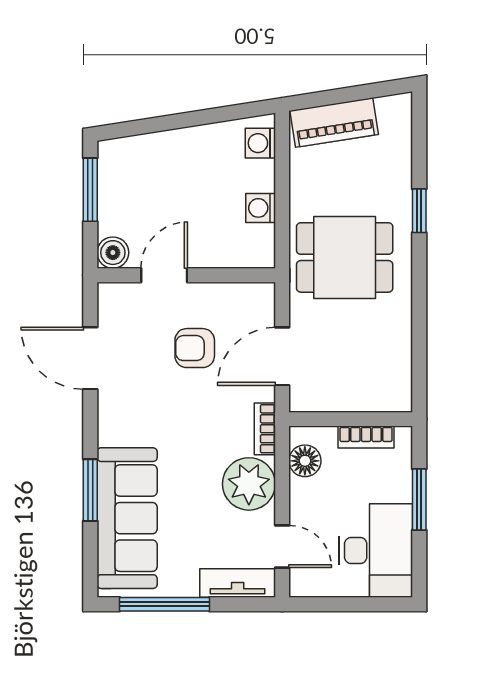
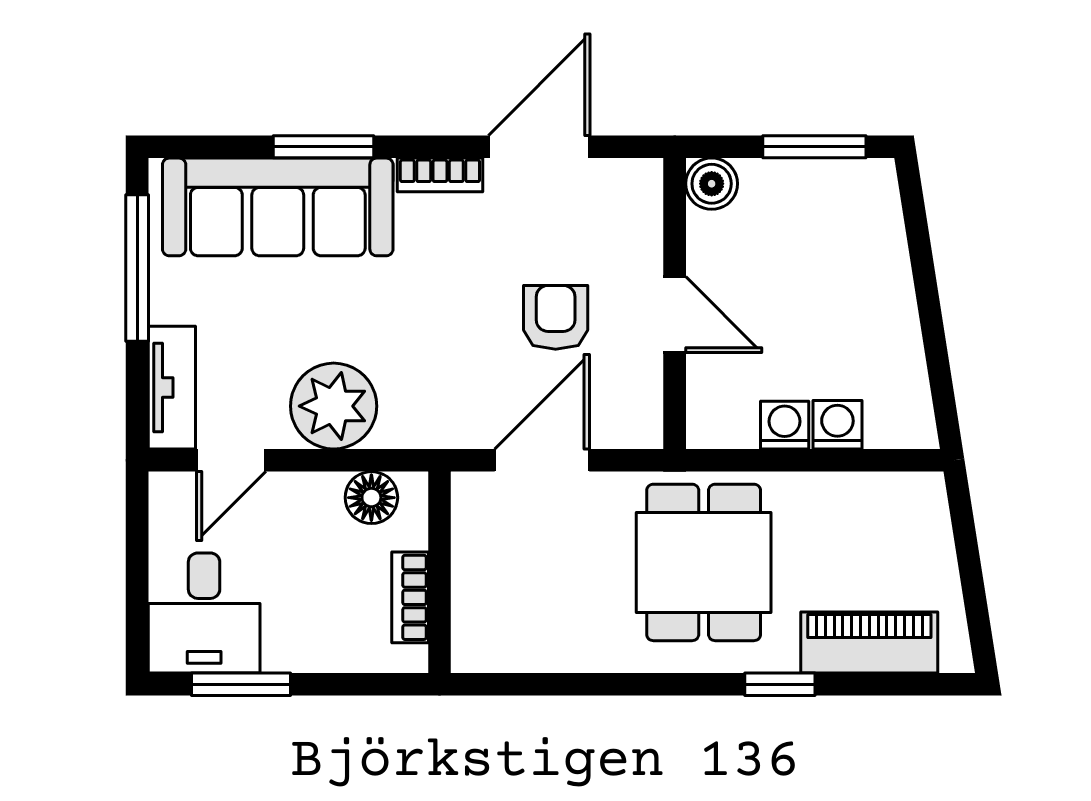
piano: (334, 122) -> (869, 642), moved, turned 99
washing machine: (260, 143) -> (837, 425), moved
door: (164, 275) -> (675, 315), moved
door: (282, 356) -> (542, 460), hinge flipped
bookcase: (265, 429) -> (440, 175), moved, turned 180
window: (419, 500) -> (241, 684), moved
desk: (376, 551) -> (204, 613), width x0.73

